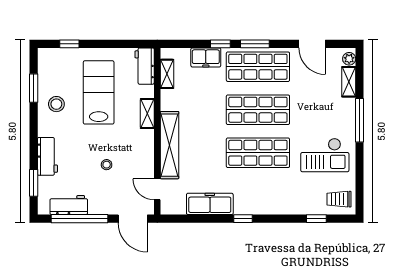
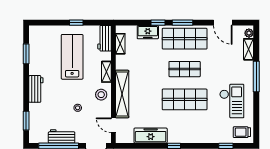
window: (69, 44) -> (76, 23), moved
stool: (56, 104) -> (101, 95), moved
shop shelf: (258, 110) -> (185, 69), width x0.70, depth x0.74
checkout: (325, 155) -> (232, 101), turned -90
workbench: (47, 156) -> (36, 89), moved
workbench: (69, 205) -> (62, 136), moved

